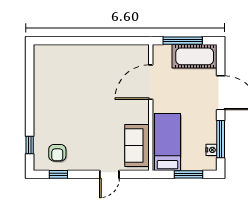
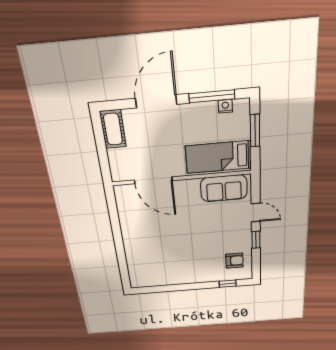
window: (183, 41) -> (102, 151), removed
cot: (195, 56) -> (113, 129), width x0.73, depth x0.75
window: (58, 174) -> (256, 240), moved

